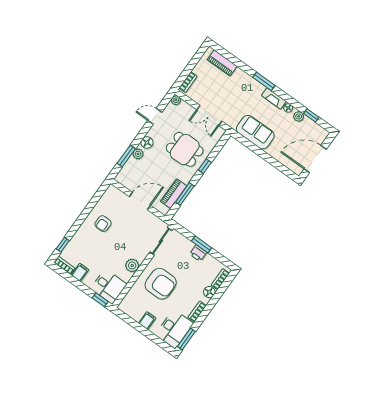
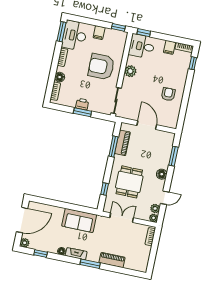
piano: (222, 63) -> (112, 260), moved
plant: (299, 116) -> (25, 243), moved
dining table: (185, 149) -> (129, 182), turned 90
plant: (138, 154) -> (155, 208), moved
window: (205, 166) -> (105, 189), moved
door: (140, 201) -> (147, 125), swing flipped
window: (124, 317) -> (118, 27), added

